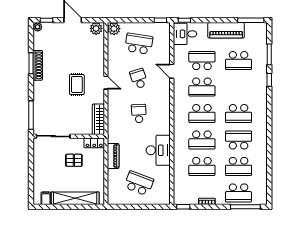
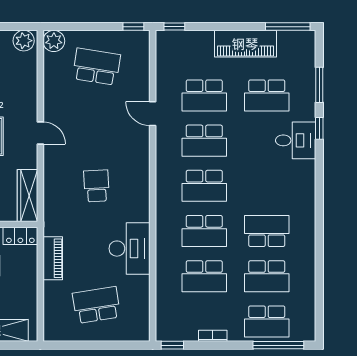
desk: (185, 34) -> (296, 140), moved, turned 180
school desk: (202, 61) -> (204, 95), turned 180
school desk: (139, 79) -> (96, 126), removed
school desk: (239, 114) -> (267, 186), removed
school desk: (139, 183) -> (96, 305), turned -30

